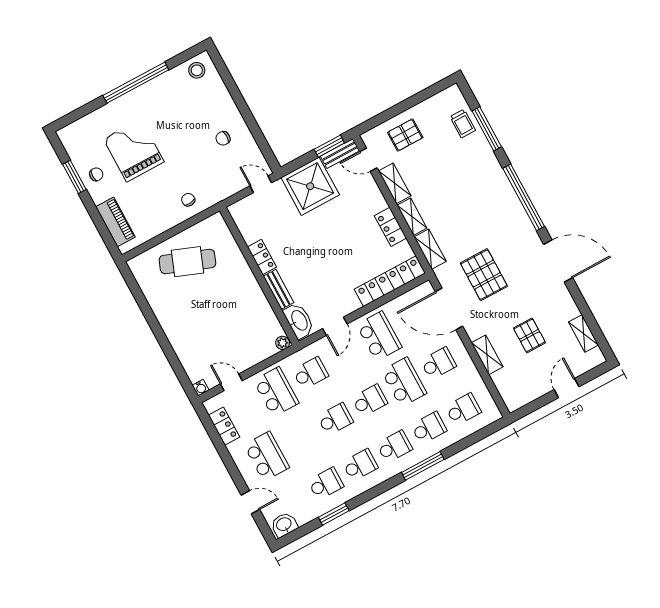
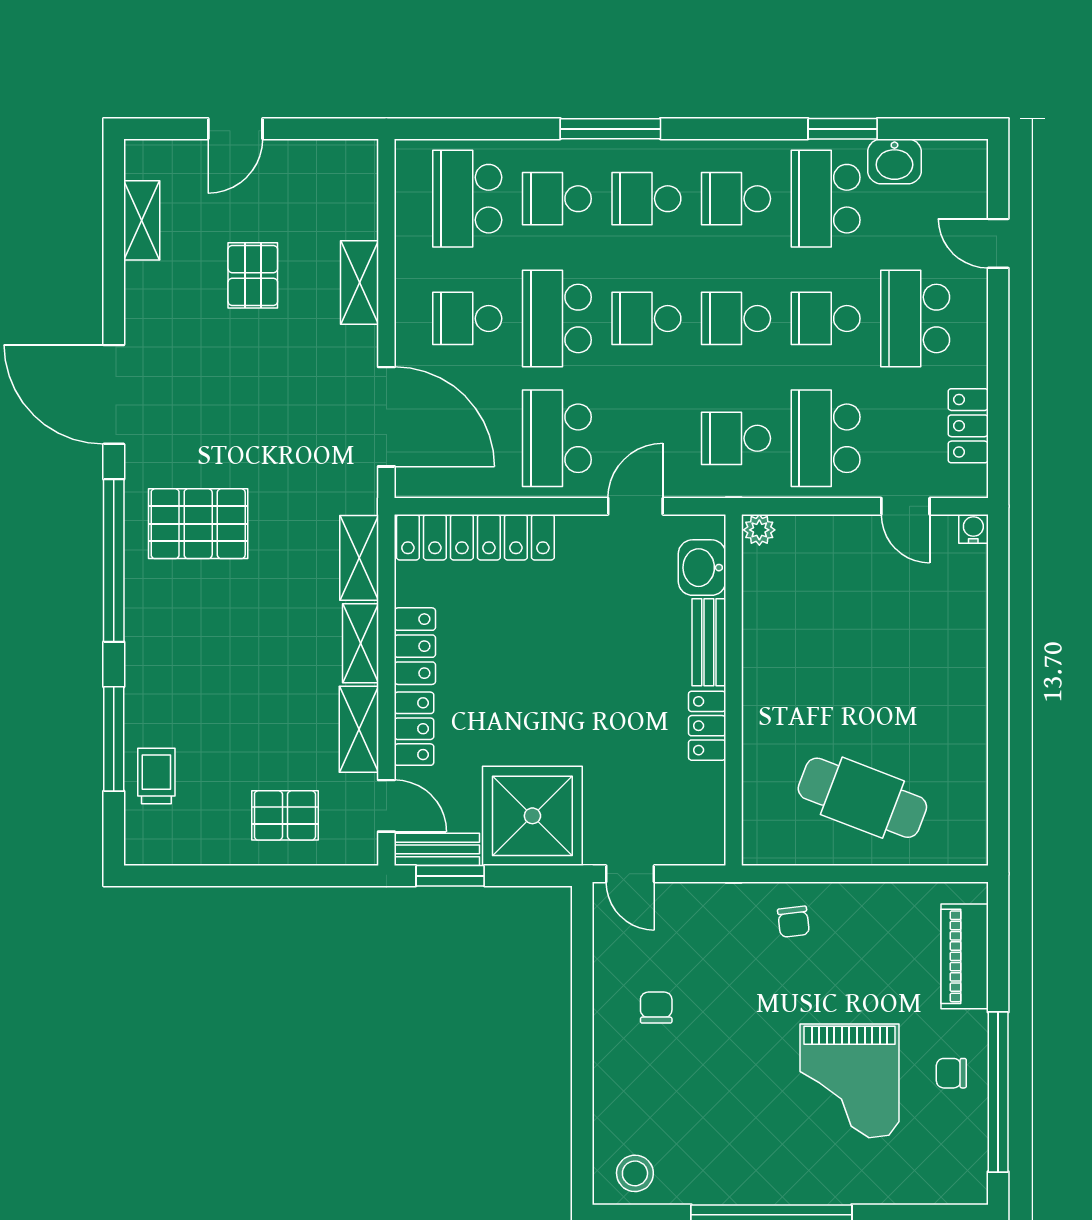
chair: (223, 138) -> (656, 1008), turned -90
window: (74, 177) -> (998, 1092), width x2.11
locker: (374, 195) -> (414, 729), added
pallet: (484, 275) -> (198, 524), moved, turned 90
washbasin: (299, 321) -> (702, 568), width x0.72
school desk: (463, 409) -> (467, 199), width x1.85
school desk: (301, 438) -> (826, 318), added
school desk: (326, 484) -> (826, 199), width x1.85
washbasin: (284, 525) -> (894, 161), moved

